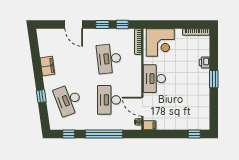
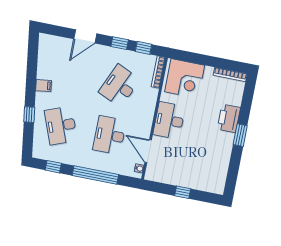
door: (74, 24) -> (85, 36), hinge flipped
desk: (109, 59) -> (119, 86), turned 30
printer: (205, 63) -> (229, 118), width x1.87, depth x1.48
filing cabinet: (47, 66) -> (44, 86), width x0.50
filing cabinet: (150, 125) -> (152, 175), removed
window: (194, 134) -> (183, 192), moved

